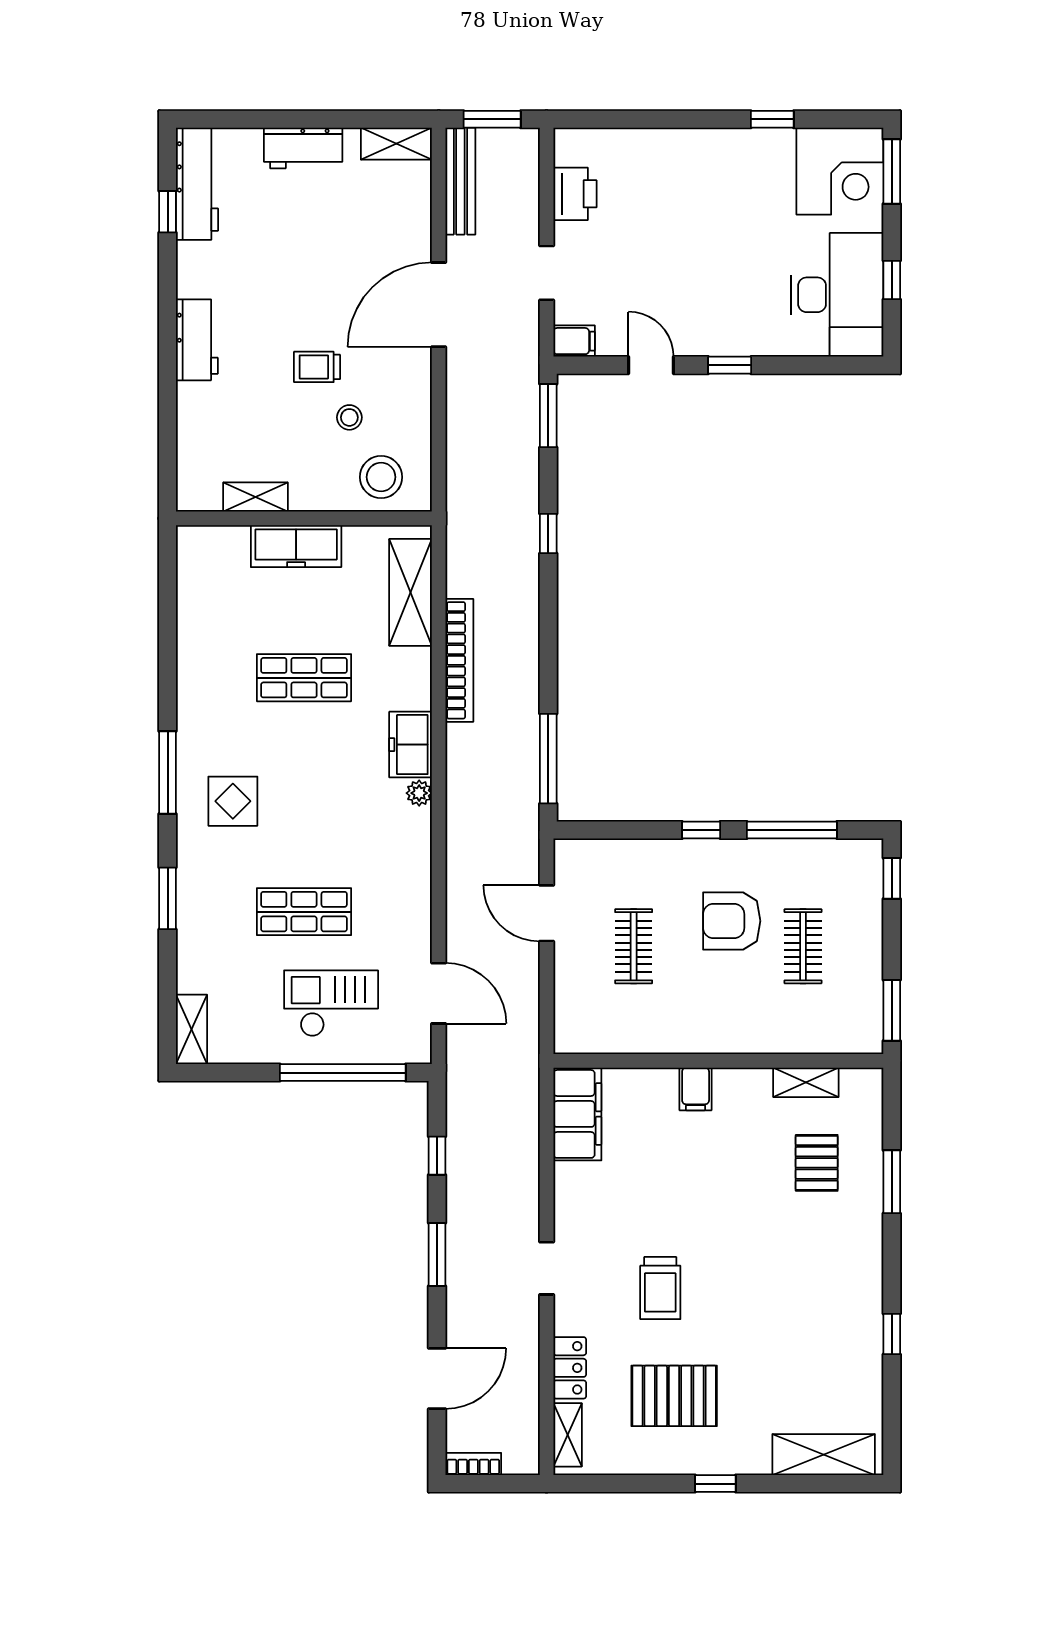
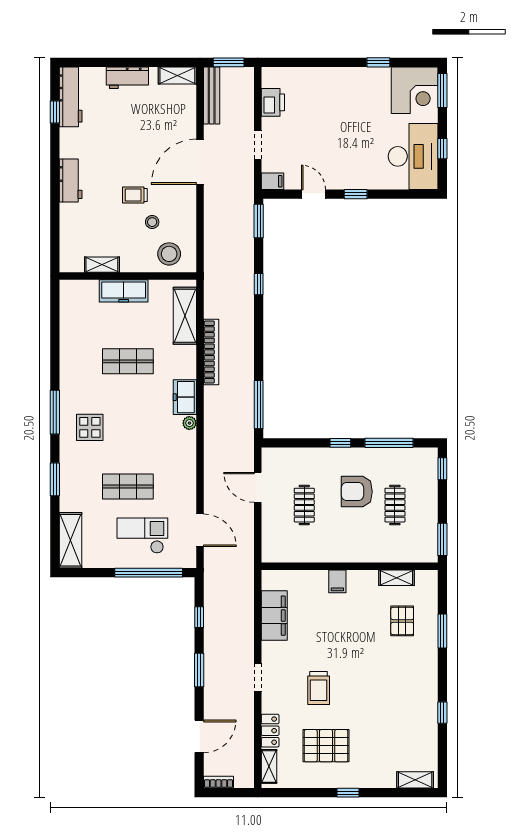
shelving: (192, 1029) -> (71, 540), width x1.50, depth x1.33
filing cabinet: (577, 1114) -> (274, 616), moved
shelving: (824, 1455) -> (415, 780), width x0.67, depth x0.75

